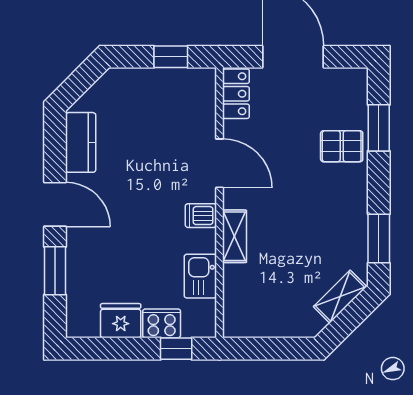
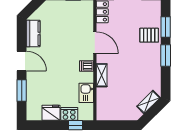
window: (379, 238) -> (166, 56), moved

